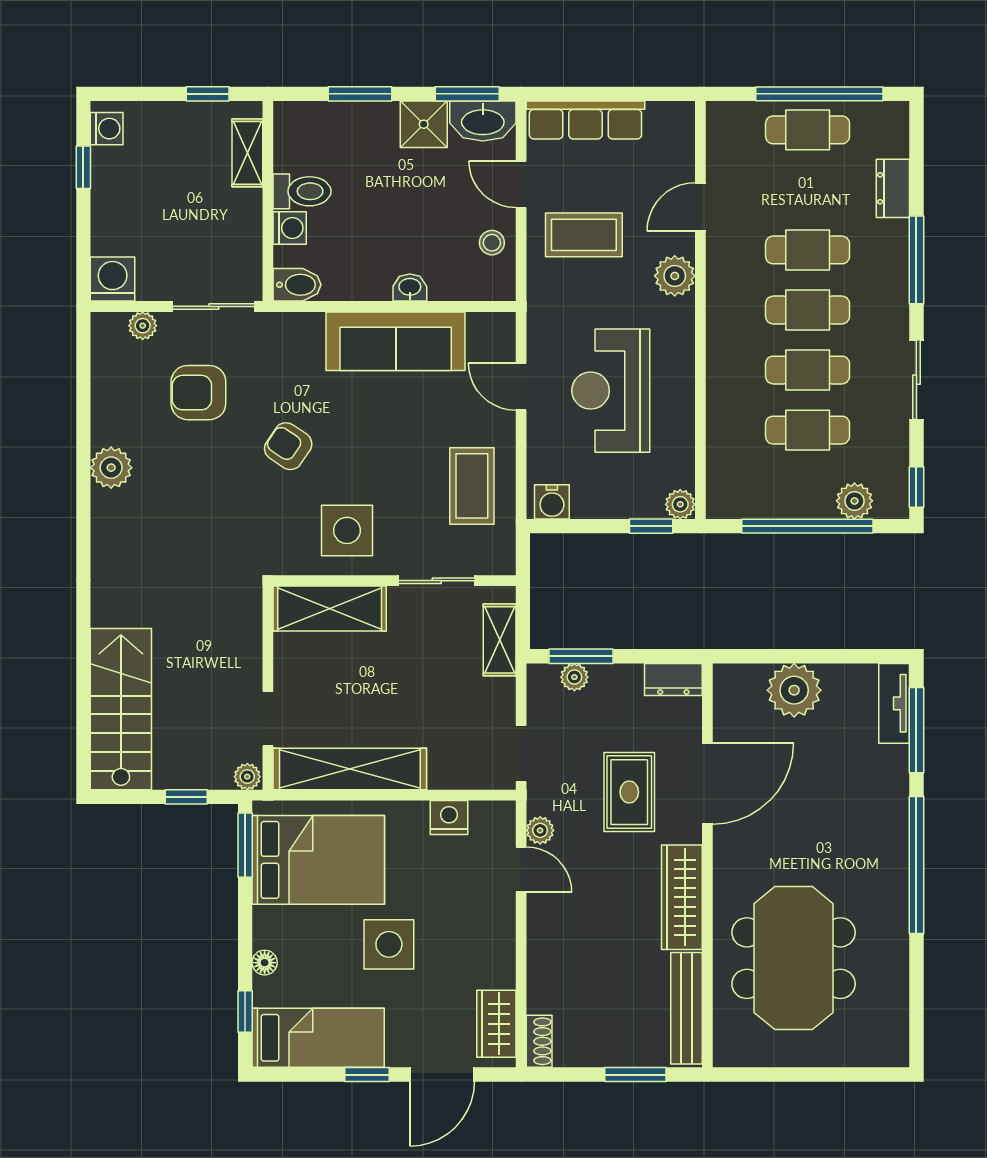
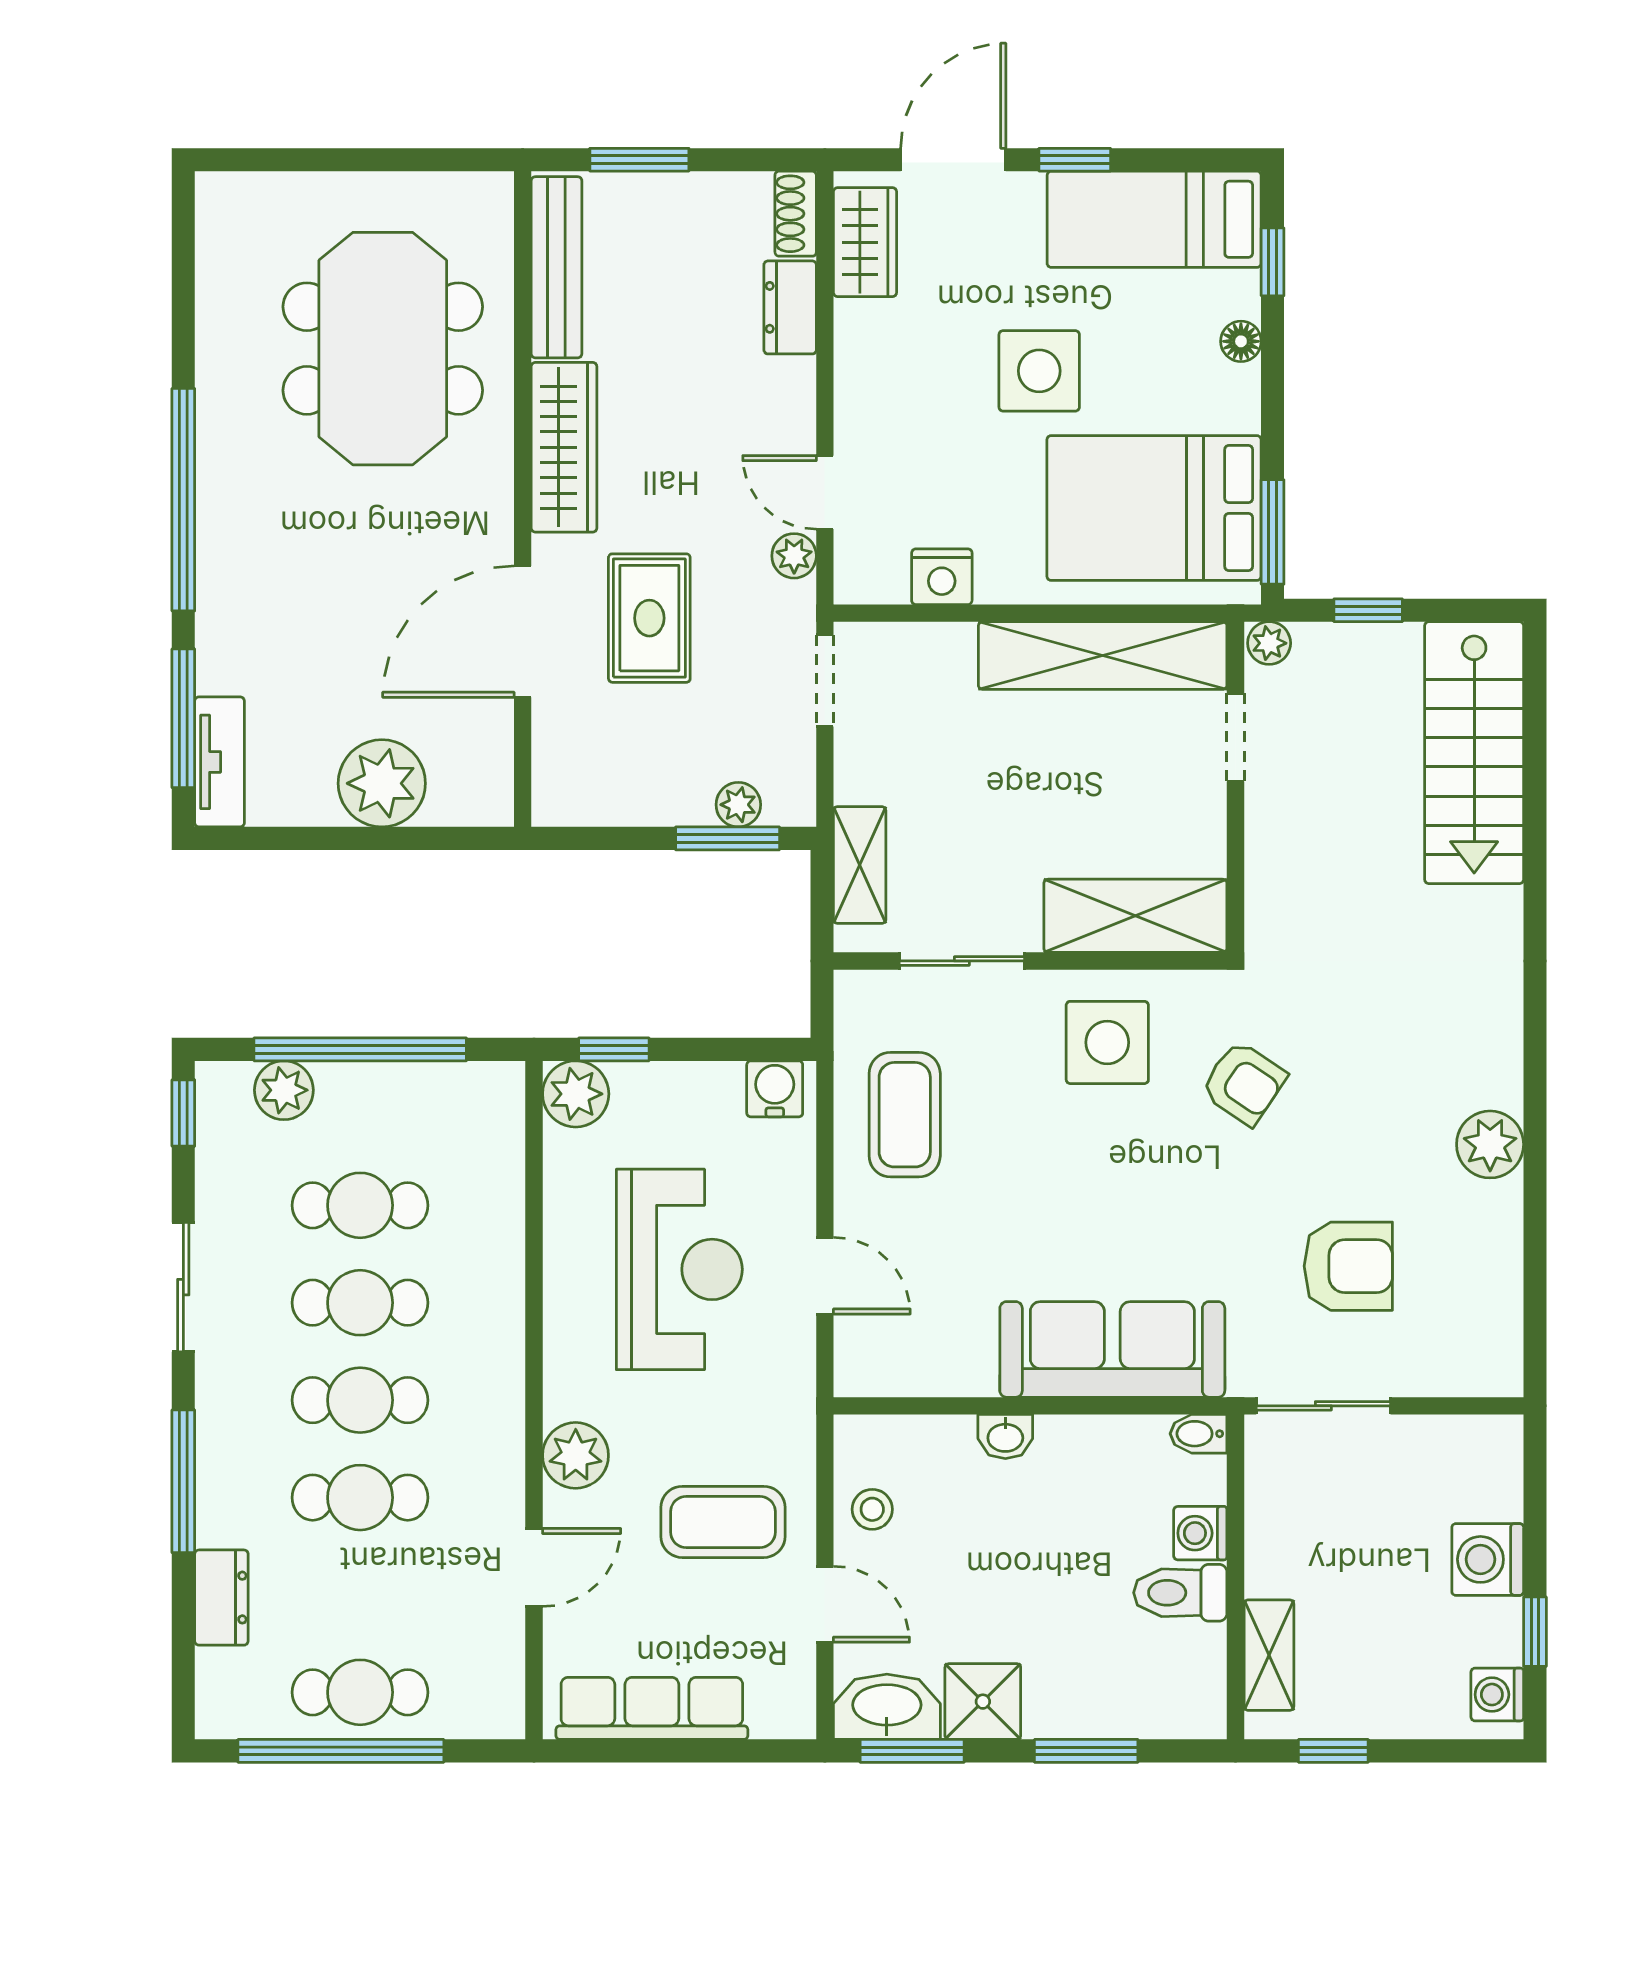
row of seats: (585, 120) -> (652, 1708), moved
washing machine: (113, 279) -> (1488, 1559), moved, turned 90
bidet: (297, 285) -> (1199, 1434), width x0.72, depth x0.74
plant: (143, 326) -> (1439, 1375), removed
sofa: (396, 341) -> (1112, 1349), moved
armchair: (288, 446) -> (1244, 1083), moved
plant: (680, 504) -> (576, 1094), width x1.38, depth x1.38
dresser: (673, 679) -> (790, 307), moved, turned -90

